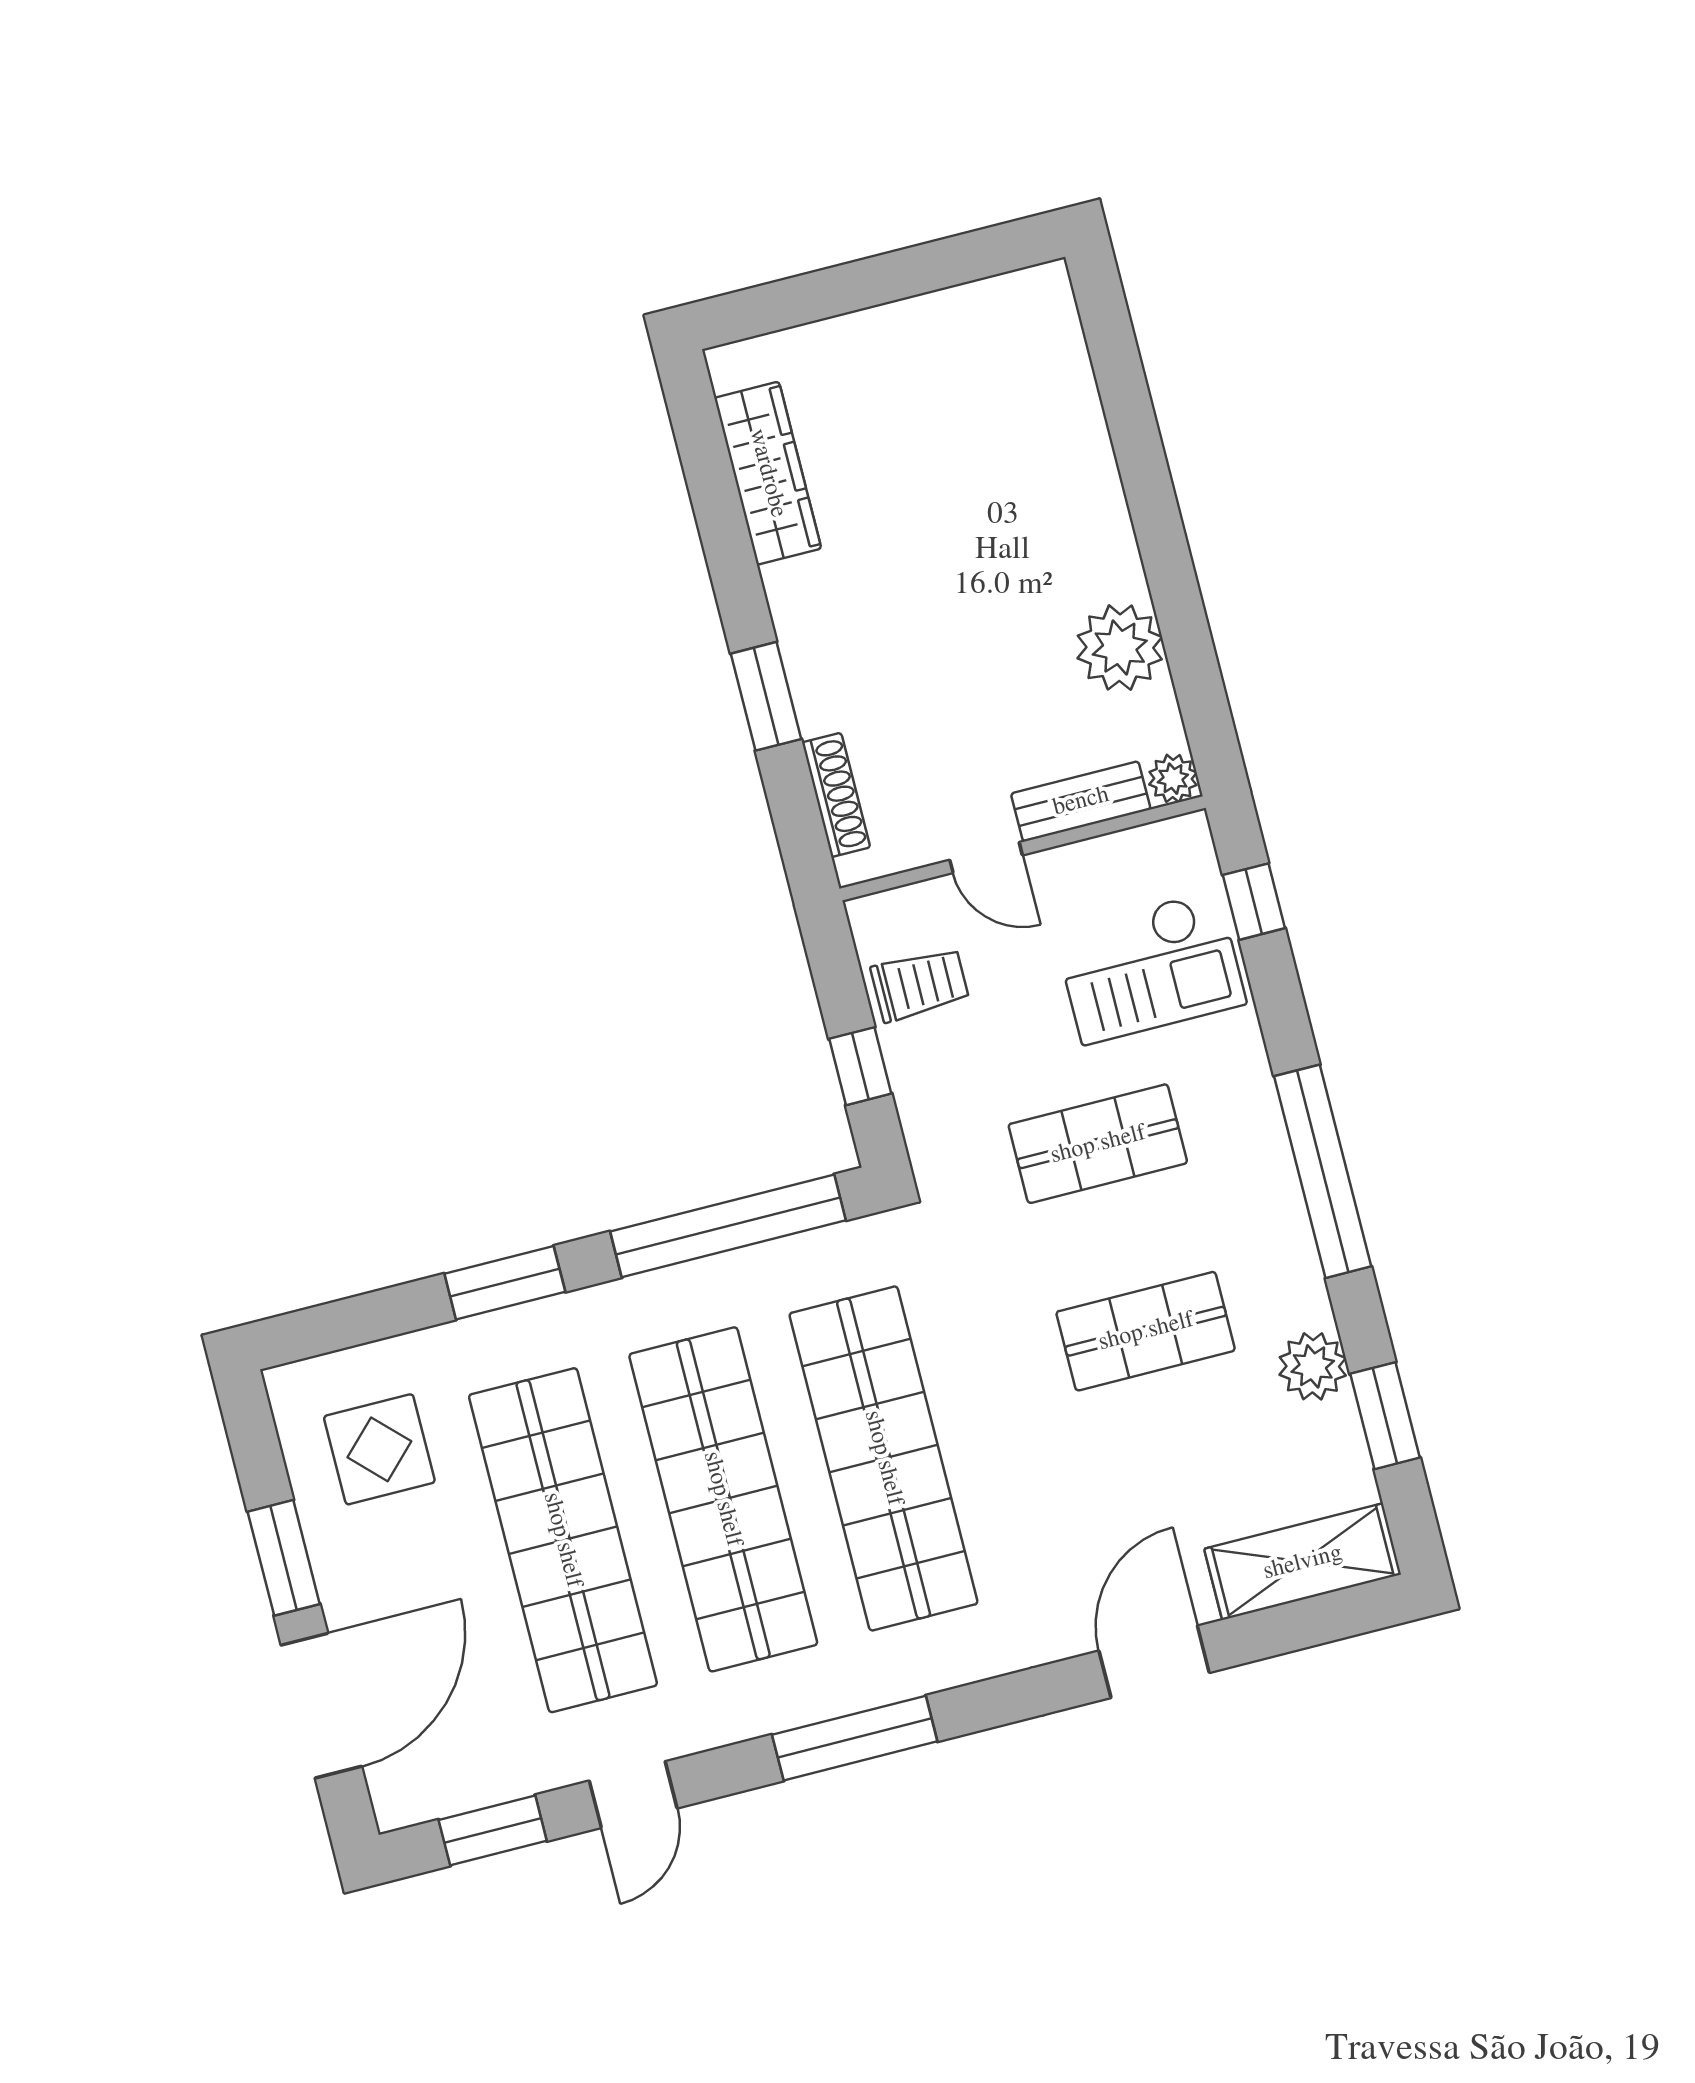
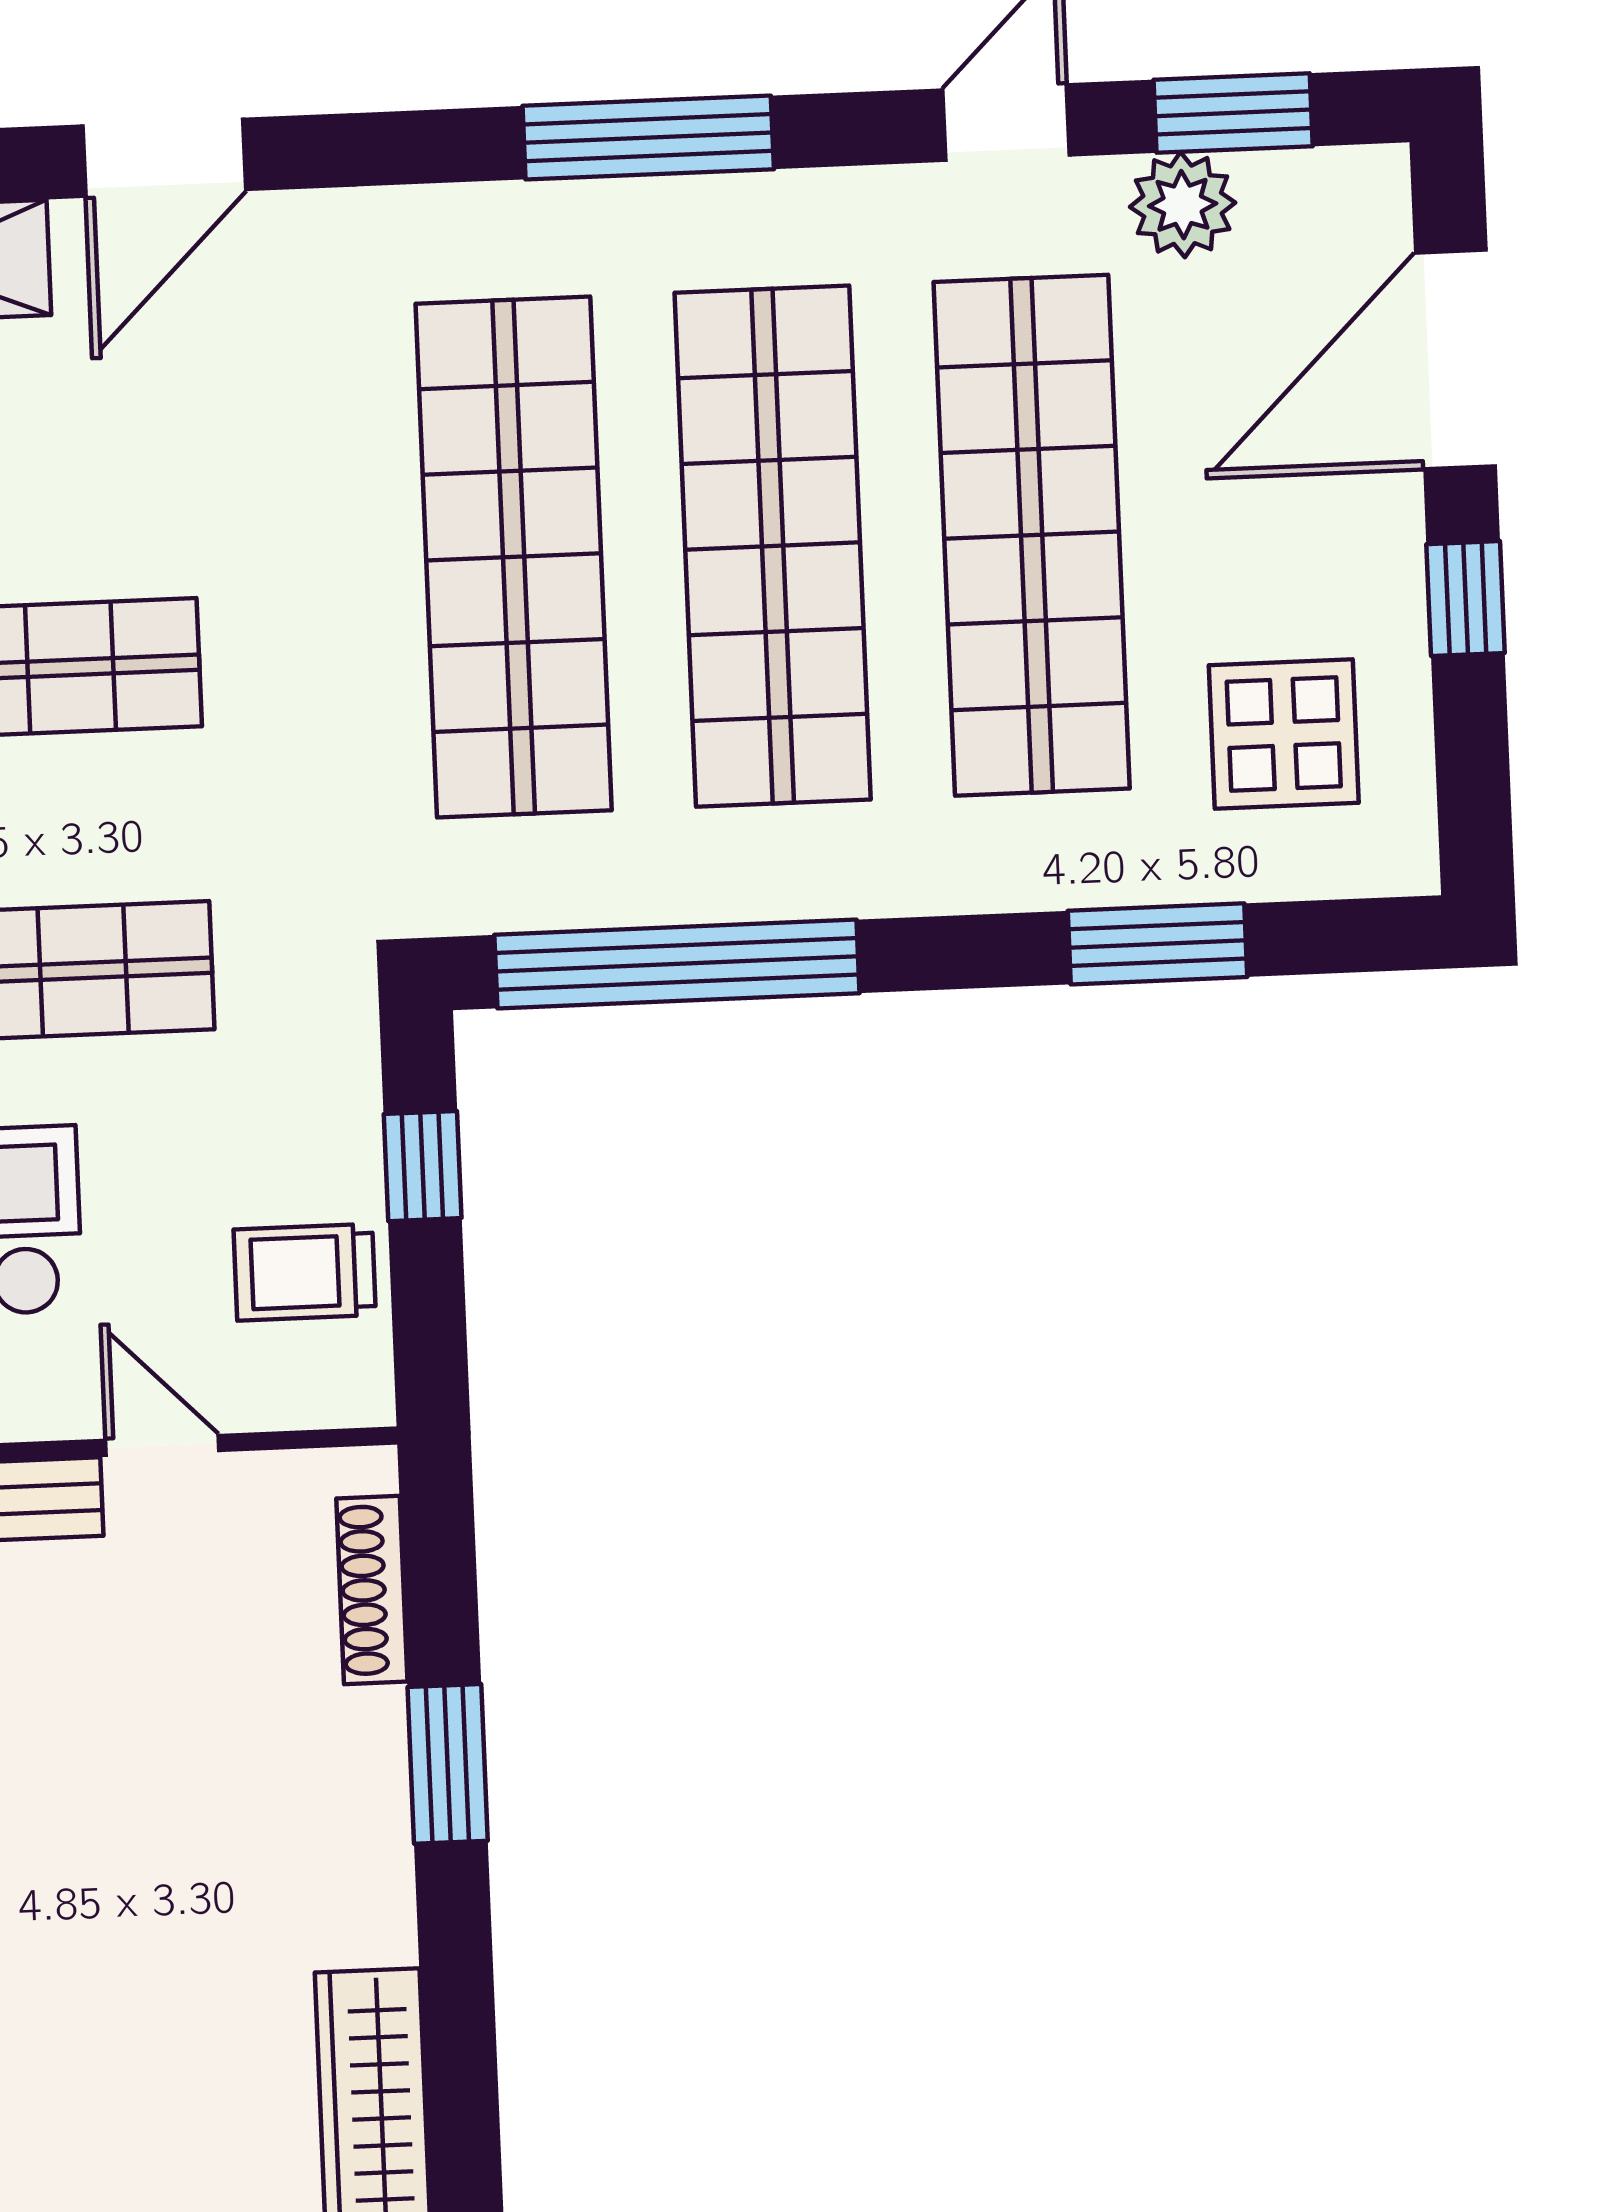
window: (505, 1283) -> (1157, 944), moved
window: (284, 1558) -> (1466, 599), width x0.67
plant: (512, 1766) -> (1183, 205), added

